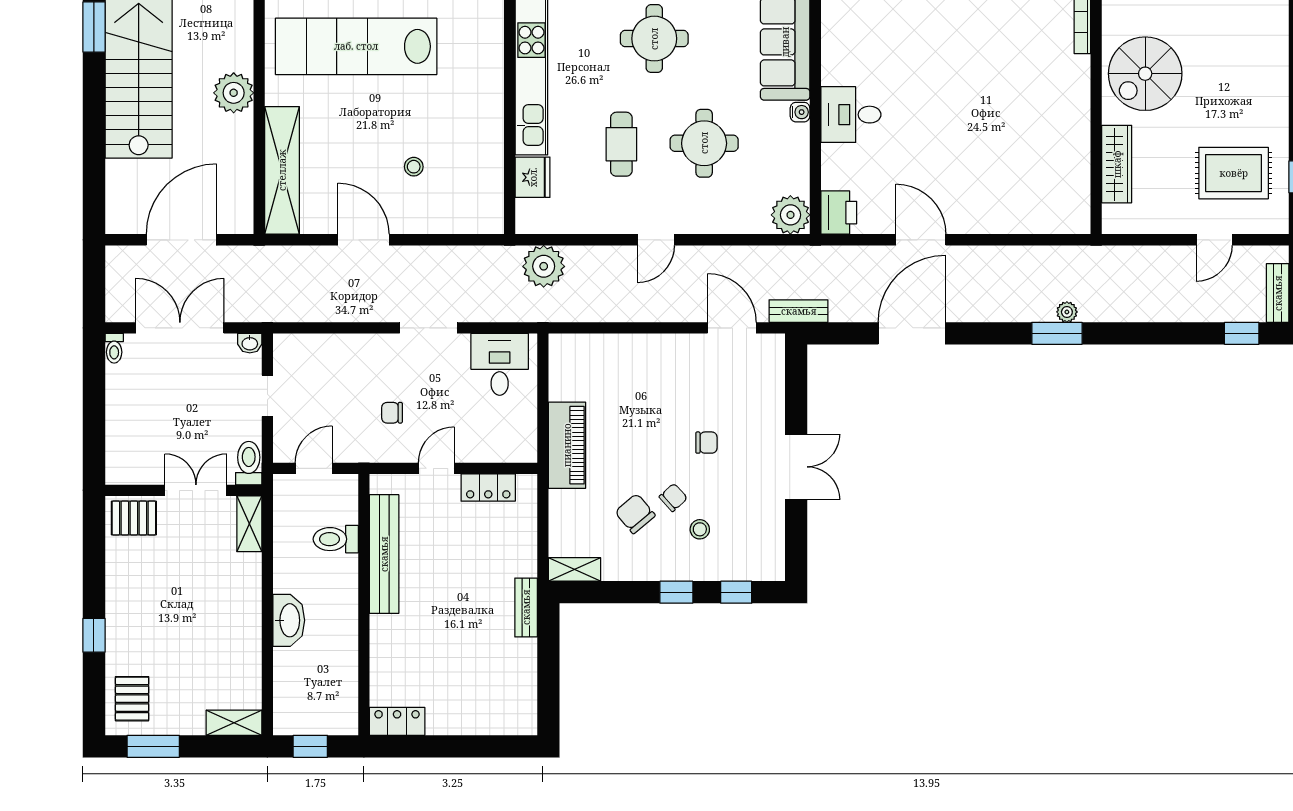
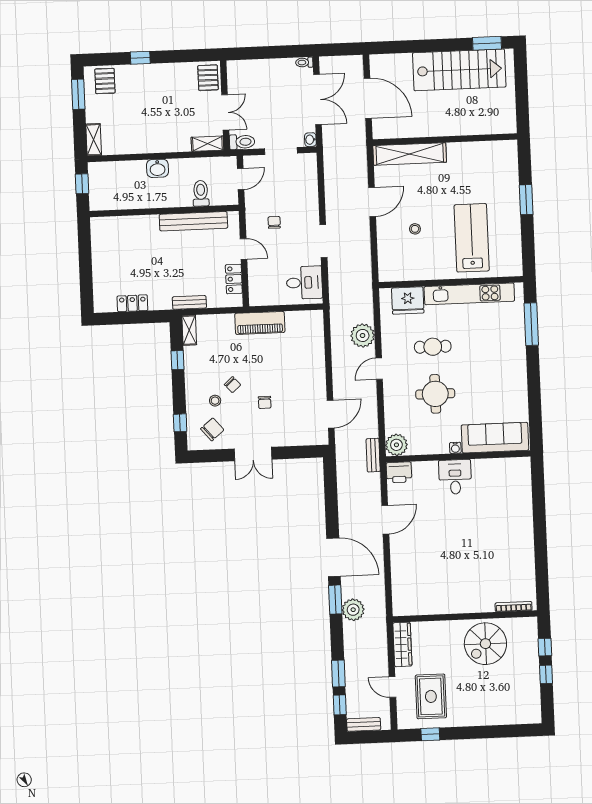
round table: (654, 39) -> (494, 363), removed
lab bench: (356, 46) -> (472, 238), moved, width x0.73
spiral stairs: (1145, 74) -> (485, 644), turned -90
plant: (234, 93) -> (453, 124), removed
wardrobe: (1117, 164) -> (402, 644), moved, turned -90
fridge: (533, 177) -> (408, 300), width x1.36, depth x1.34
door: (656, 240) -> (379, 369), hinge flipped
plant: (544, 266) -> (363, 335), moved
bench: (799, 311) -> (373, 455), moved
plant: (1067, 312) -> (353, 610), width x1.88, depth x1.88
door: (912, 333) -> (334, 557), moved
window: (1187, 333) -> (338, 674), added
doorway: (267, 396) -> (281, 151), width x1.38
door: (314, 468) -> (241, 179), hinge flipped
chair: (635, 514) -> (212, 429), moved
window: (676, 592) -> (177, 360), moved
bench: (526, 607) -> (189, 302), moved
washbasin: (289, 620) -> (157, 168), width x0.72
pallet: (132, 699) -> (105, 81), turned 90
locker: (397, 721) -> (132, 303), moved, turned -90

